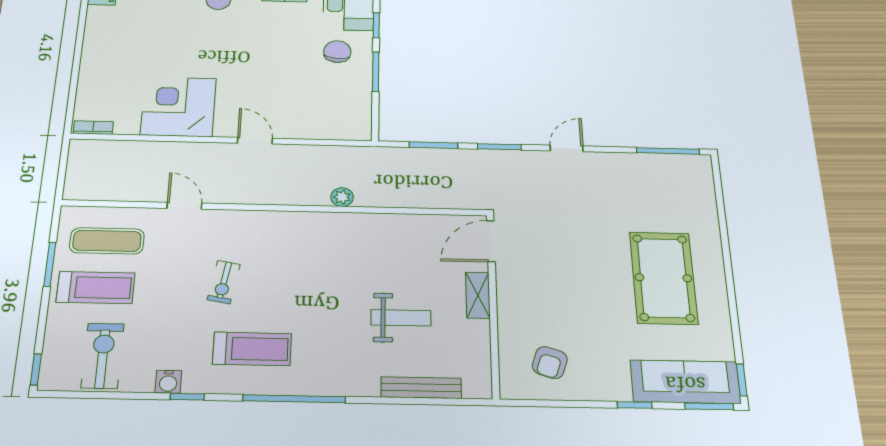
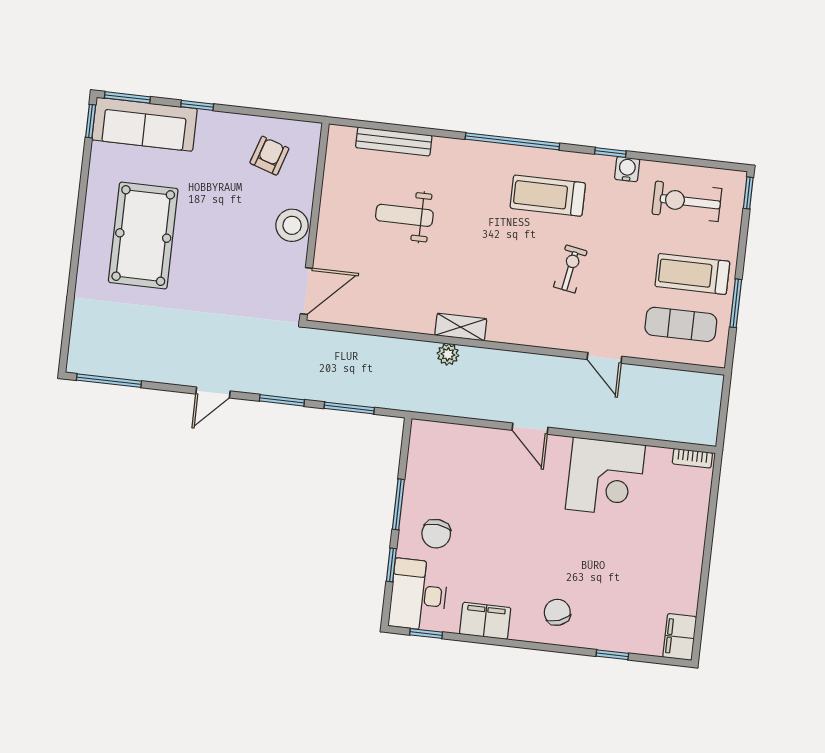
shelving: (478, 295) -> (461, 327), moved, turned 90
stool: (515, 299) -> (292, 225), added
exercise bike: (103, 356) -> (687, 201), turned 90

